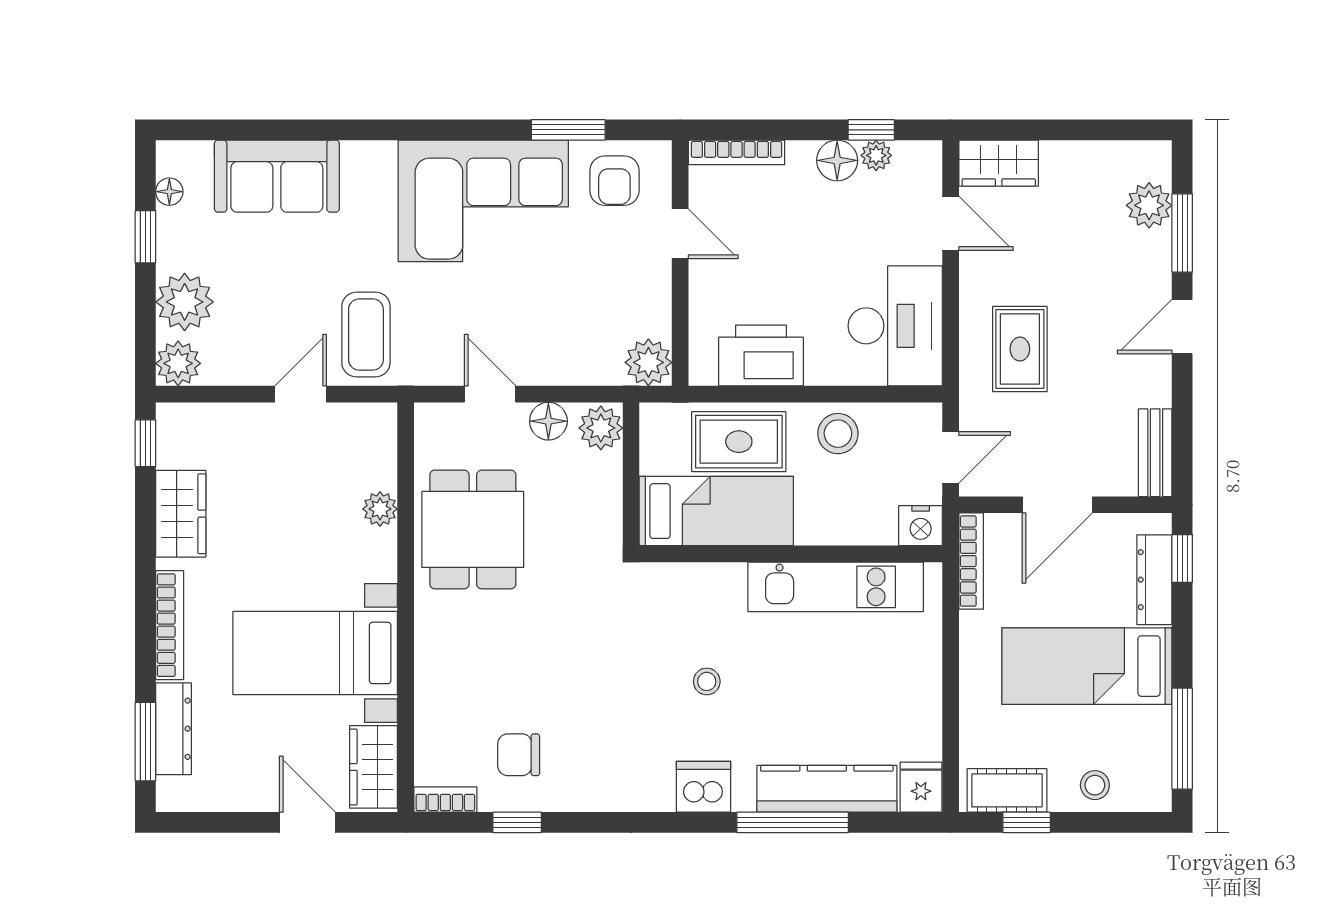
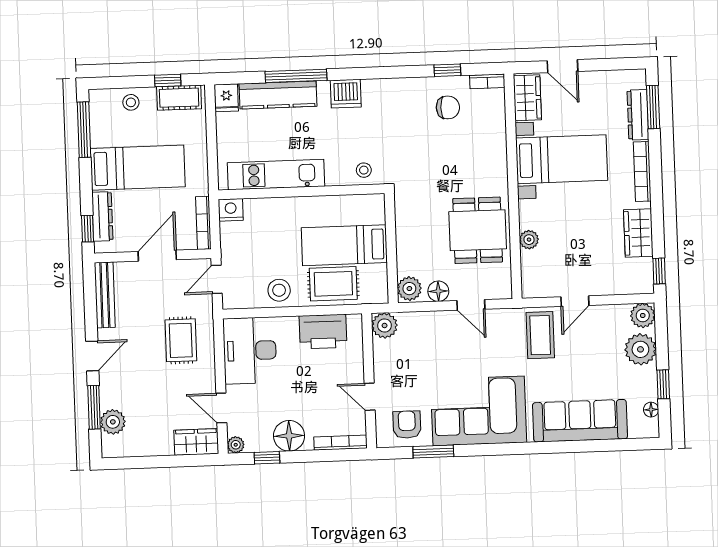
plant: (876, 155) -> (236, 445), moved
floor lamp: (837, 160) -> (289, 436), width x1.38, depth x1.38
sofa: (277, 176) -> (580, 421), width x1.36
bench: (1155, 453) -> (105, 295), width x1.36
nightstand: (921, 526) -> (231, 210), moved
wall: (791, 554) -> (301, 192), moved
kitchen unit: (836, 587) -> (276, 175), moved
stool: (707, 681) -> (364, 170), moved

